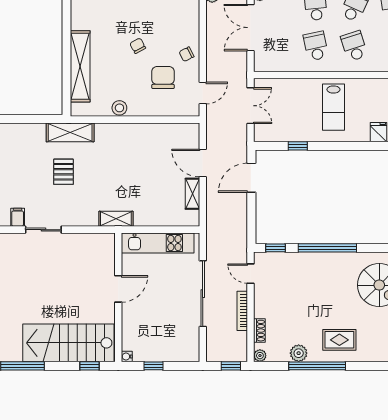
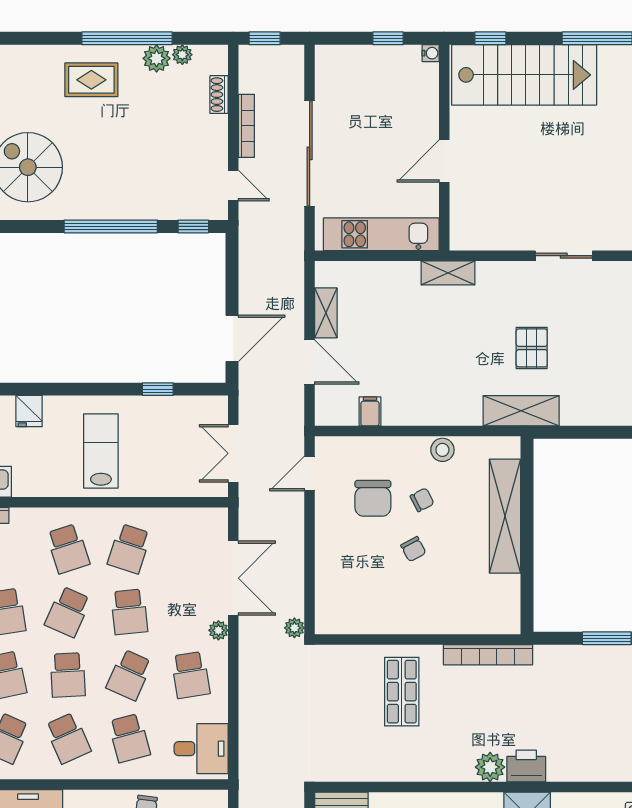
school desk: (316, 46) -> (129, 549), turned 30
chair: (187, 54) -> (422, 500), moved
filing cabinet: (18, 217) -> (370, 411), moved, turned 180
plant: (260, 356) -> (182, 55), moved

